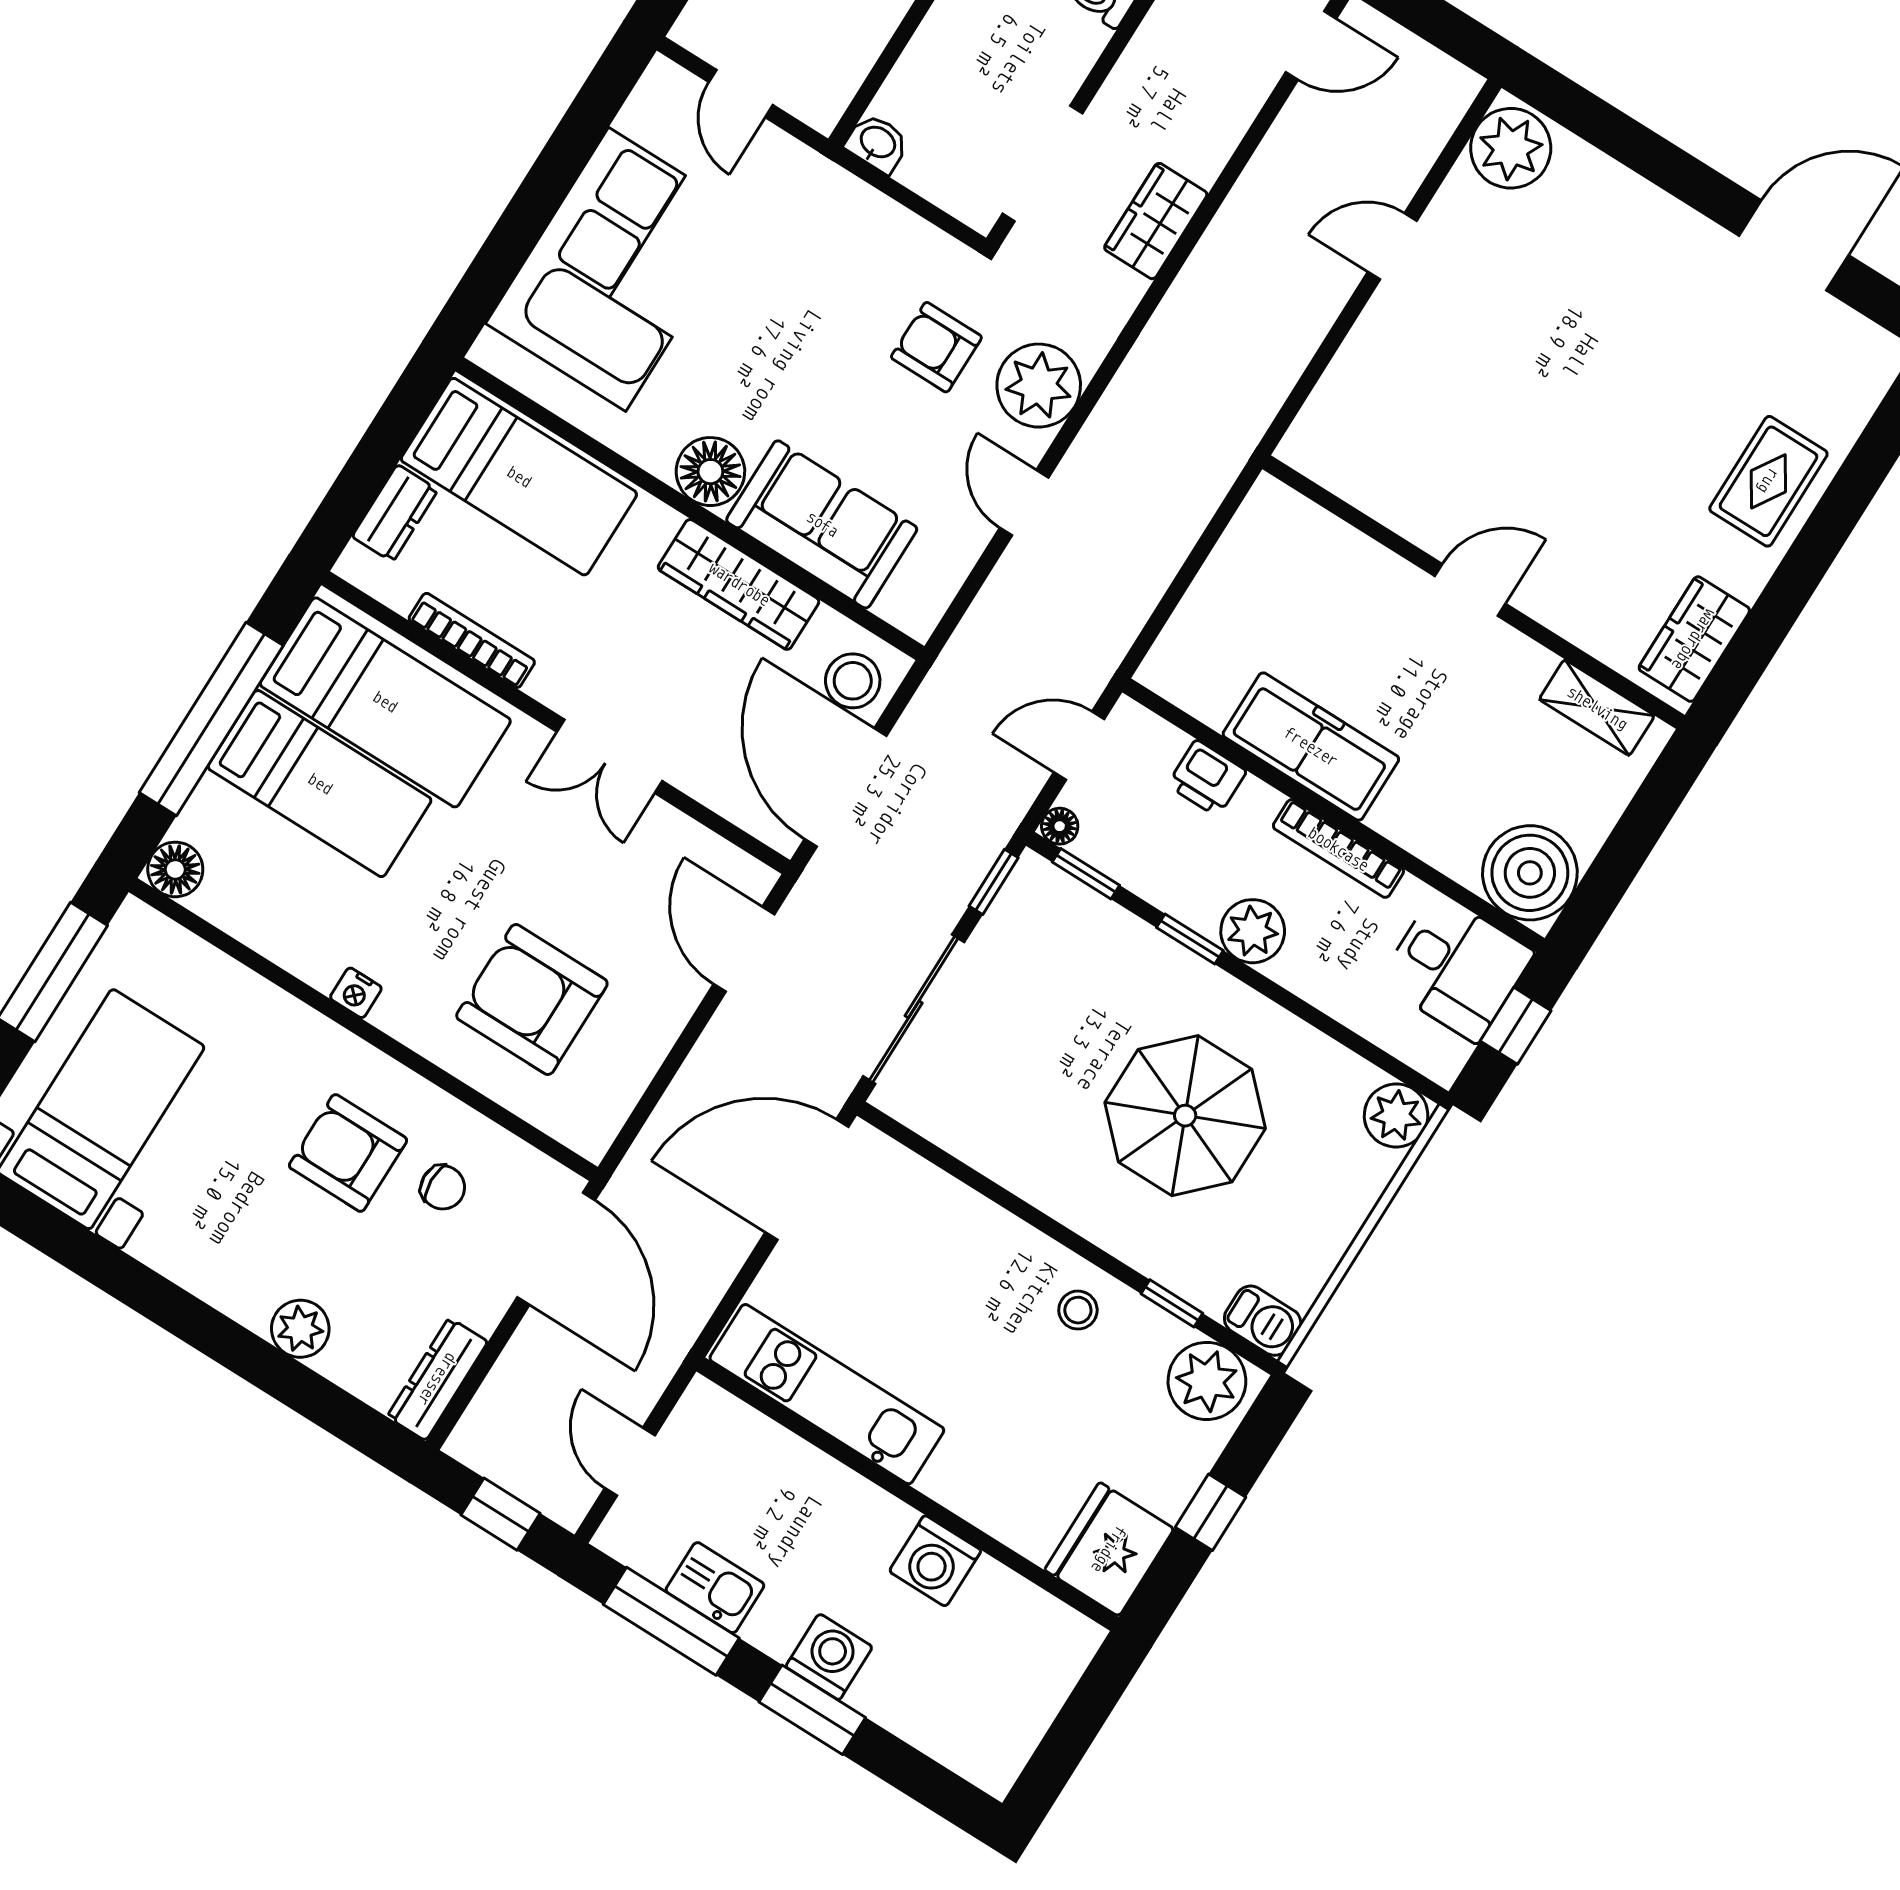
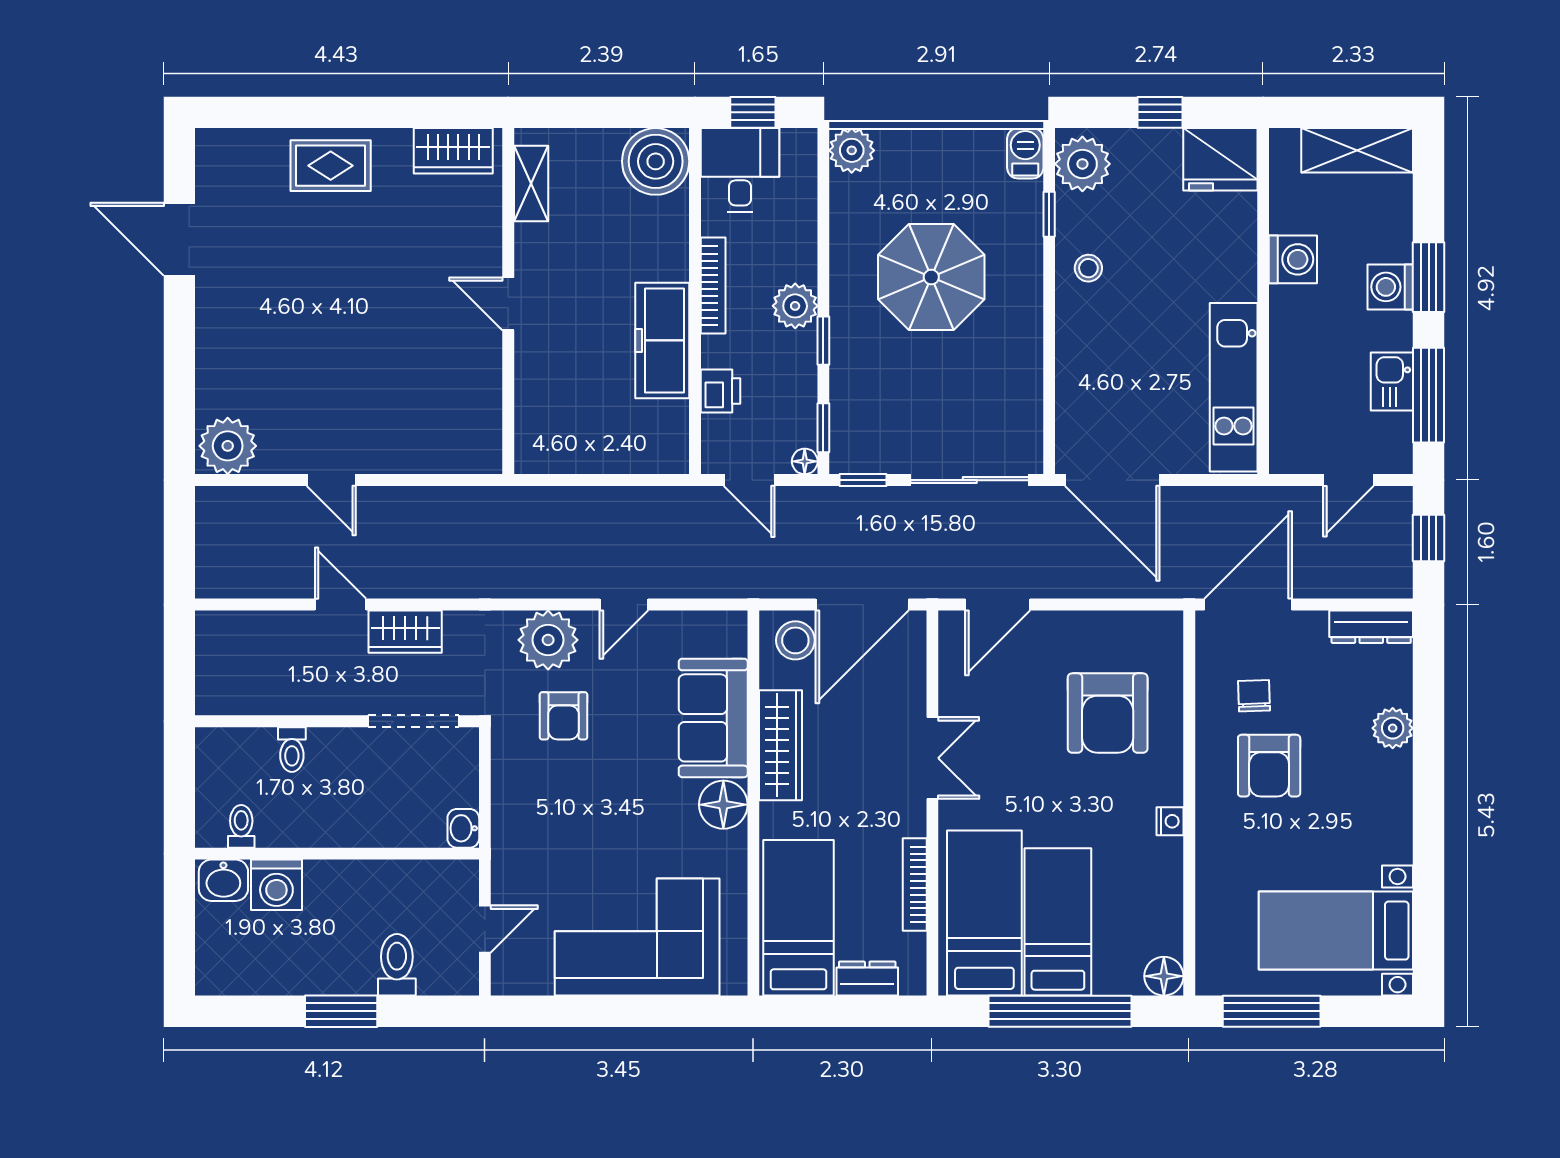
door: (1311, 45) -> (340, 605), moved
shelving: (1017, 1720) -> (1357, 150), added

